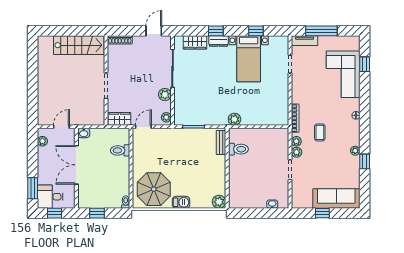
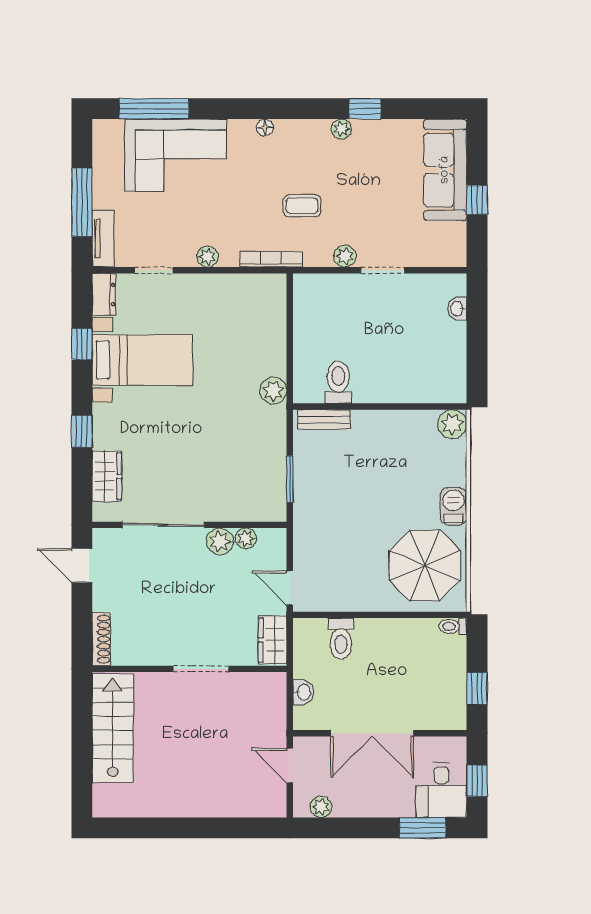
dresser: (218, 41) -> (104, 295), moved
window: (365, 64) -> (154, 109), width x2.17
plant: (166, 117) -> (246, 538), moved
washbasin: (84, 133) -> (303, 692), moved
plant: (296, 141) -> (207, 257), moved

